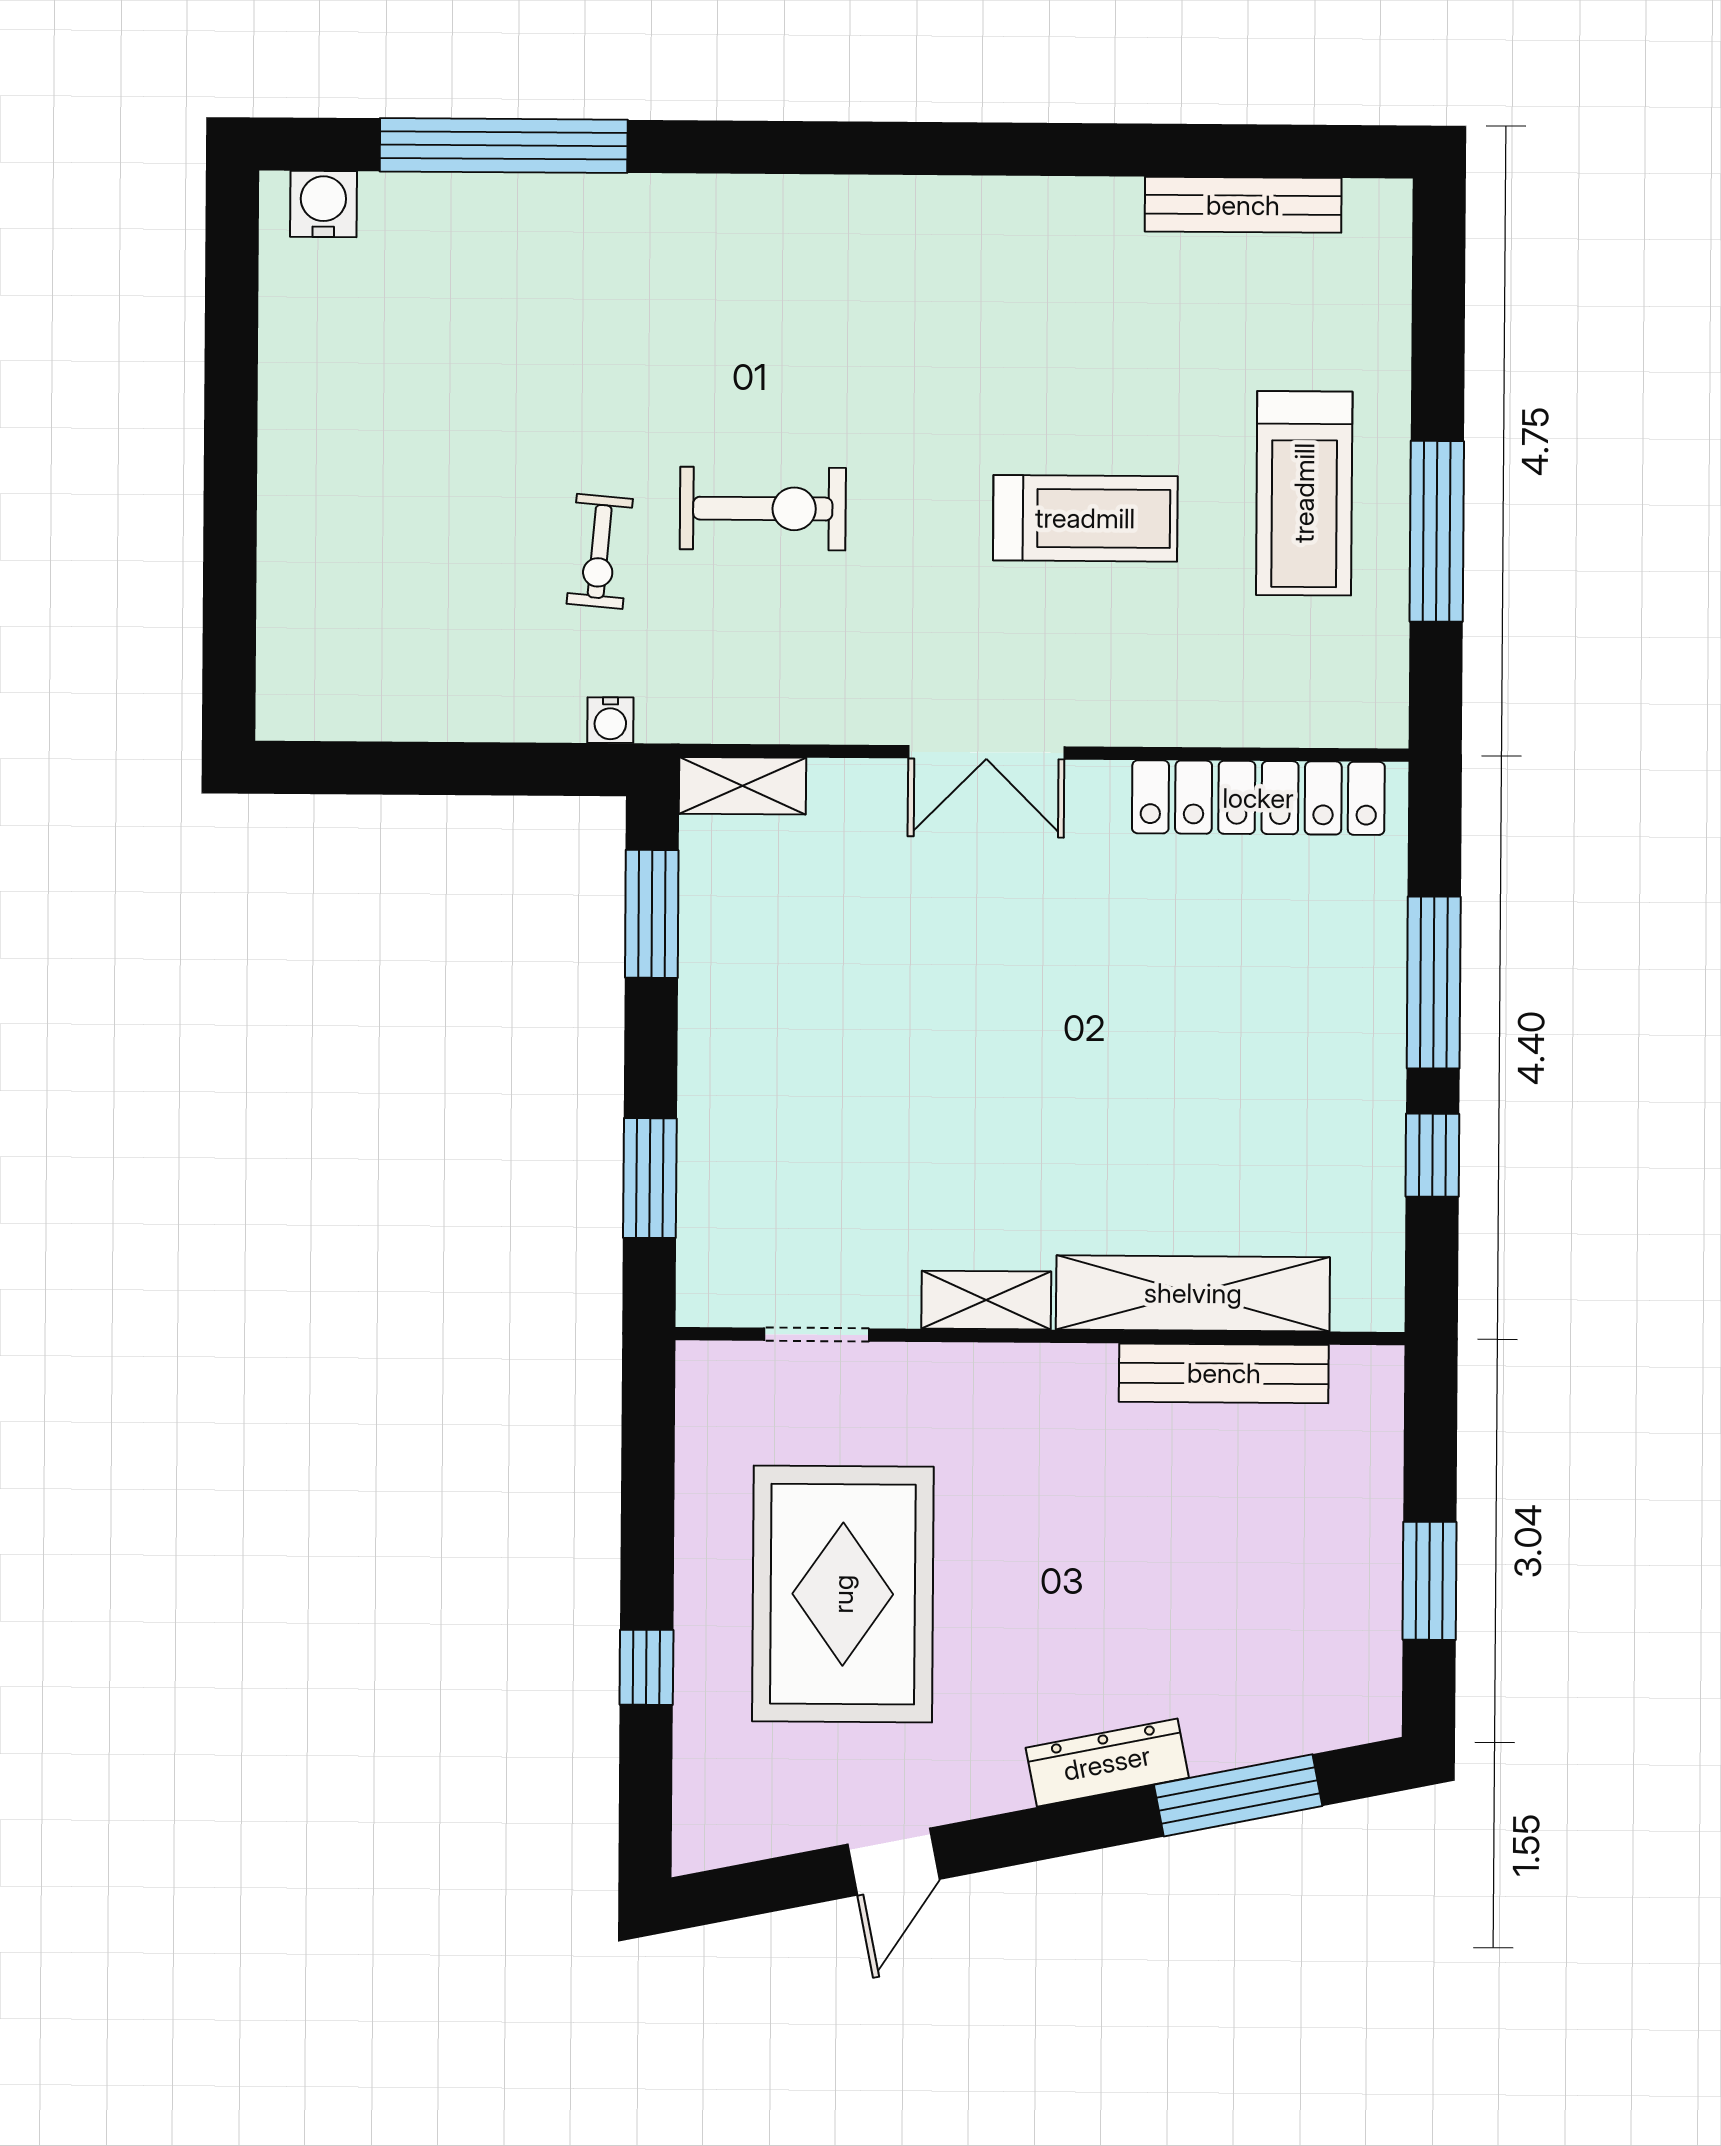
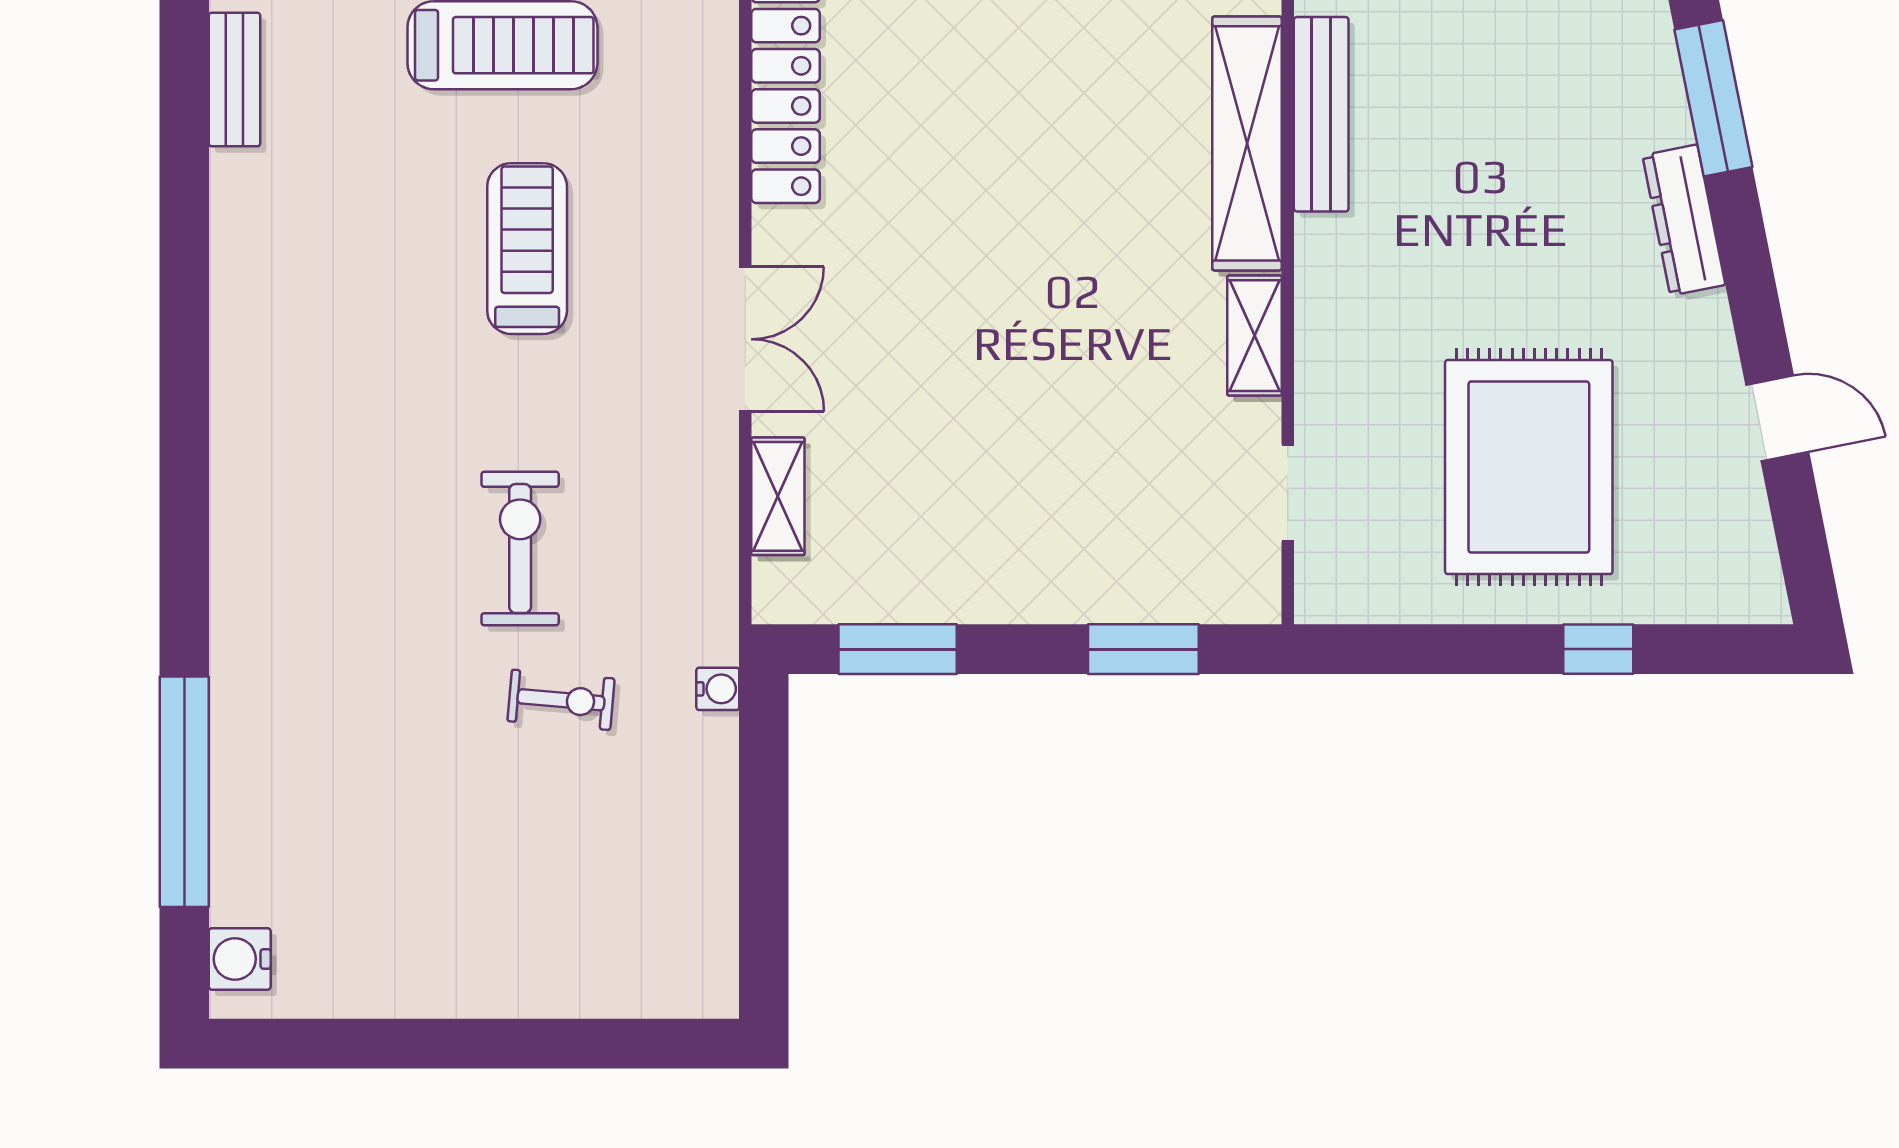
bench: (1243, 205) -> (235, 80), width x0.73
shelving: (743, 786) -> (778, 496), moved
rug: (843, 1594) -> (1529, 467), turned 90

